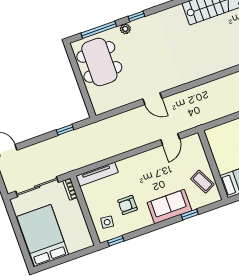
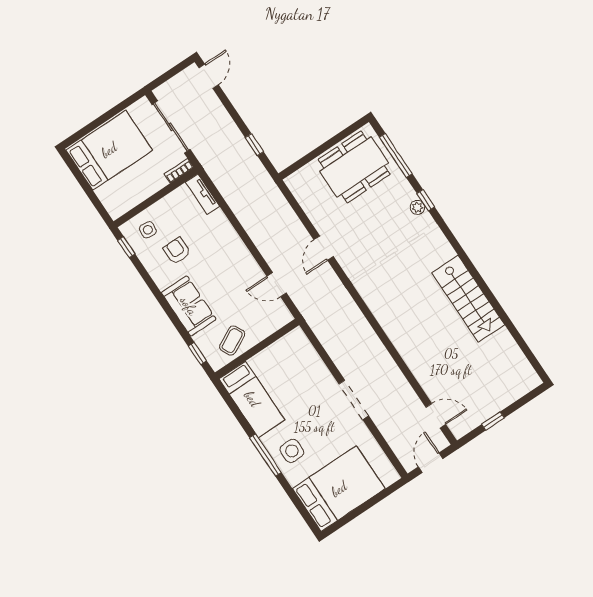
plant: (125, 29) -> (417, 207), moved
tv unit: (97, 174) -> (203, 194), width x0.71
window: (190, 215) -> (197, 353), moved

